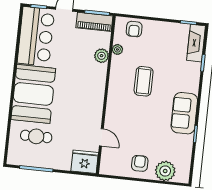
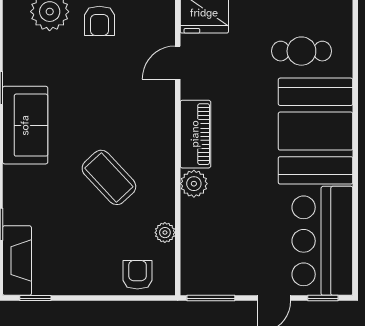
piano: (94, 22) -> (195, 134), moved, turned 90
plant: (102, 56) -> (194, 184), moved
coffee table: (144, 81) -> (109, 177), turned -43
door: (101, 137) -> (178, 63), hinge flipped

